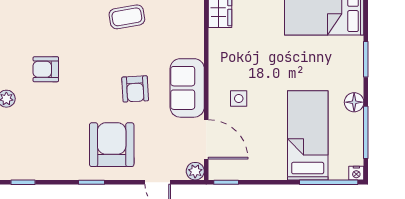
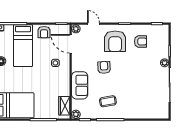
armchair: (46, 69) -> (141, 41), moved
sofa: (187, 88) -> (80, 85), moved
armchair: (263, 164) -> (44, 32), added

